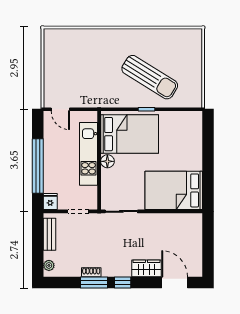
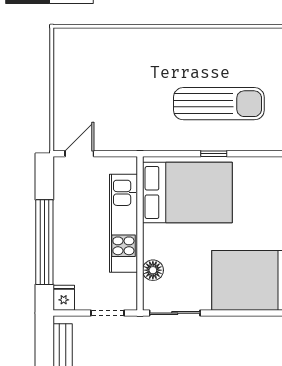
sun lounger: (150, 77) -> (219, 104), turned -32
door: (60, 109) -> (79, 154), swing flipped
floor lamp: (107, 161) -> (153, 270), moved

